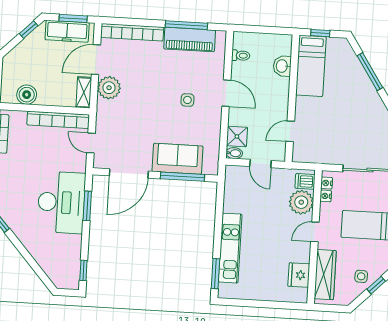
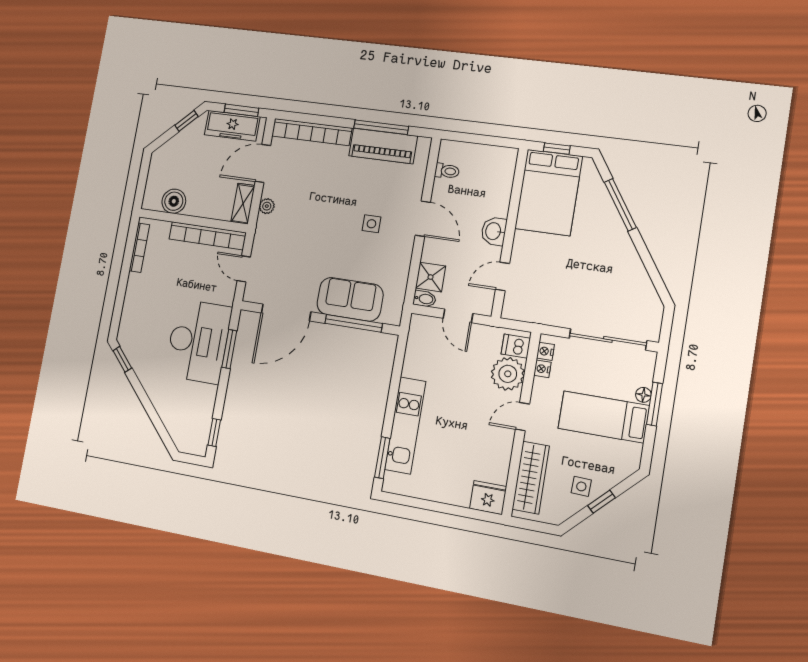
washbasin: (282, 66) -> (494, 231), moved
bed: (311, 66) -> (549, 192), width x1.50
plant: (109, 88) -> (267, 206), width x0.53, depth x0.53
fridge: (299, 275) -> (488, 498), moved, turned 90

